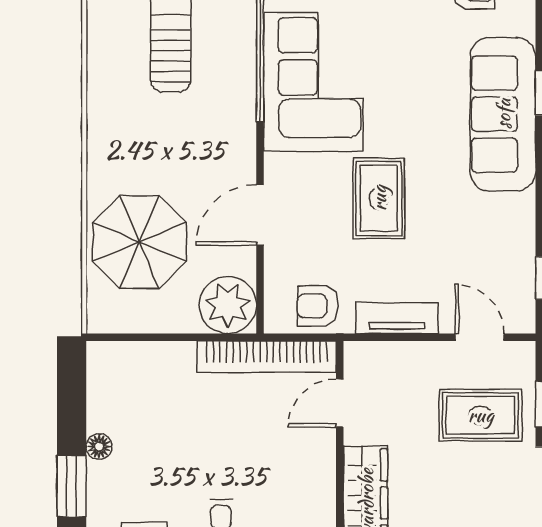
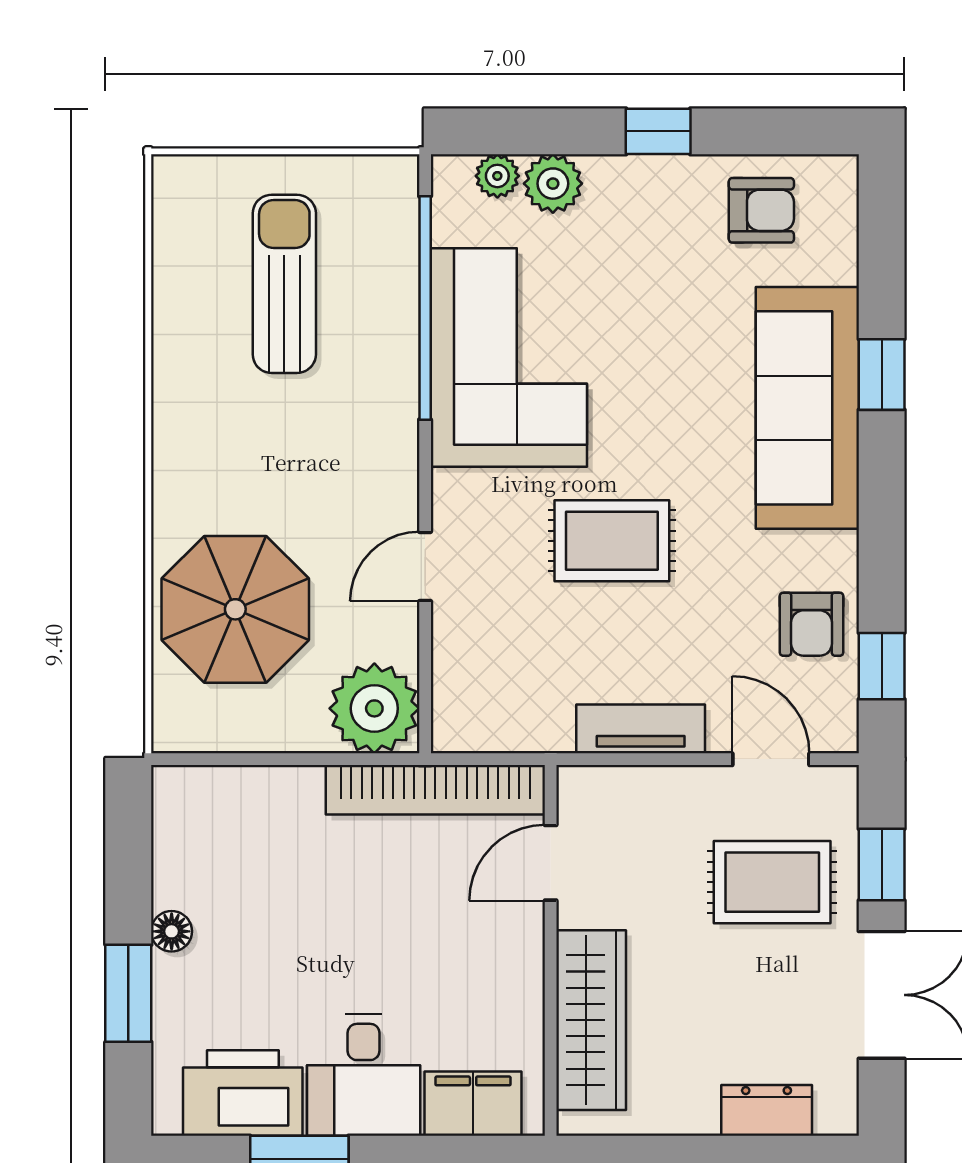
rug: (379, 198) -> (612, 541), turned 90
door: (260, 215) -> (425, 566), width x0.73
armchair: (318, 306) -> (812, 624), moved, turned -90

